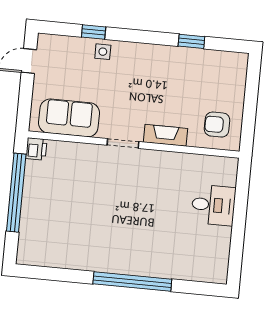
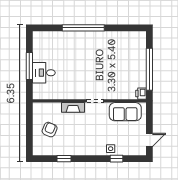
armchair: (217, 125) -> (50, 130), moved, turned -67
window: (239, 220) -> (29, 66), added

